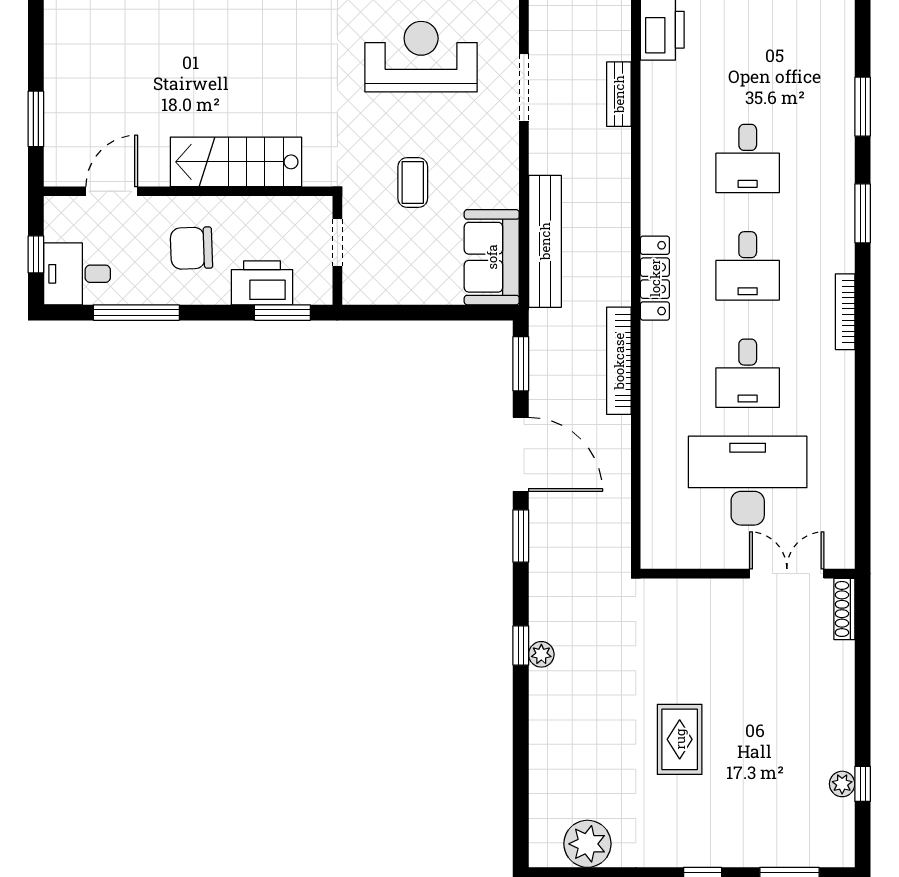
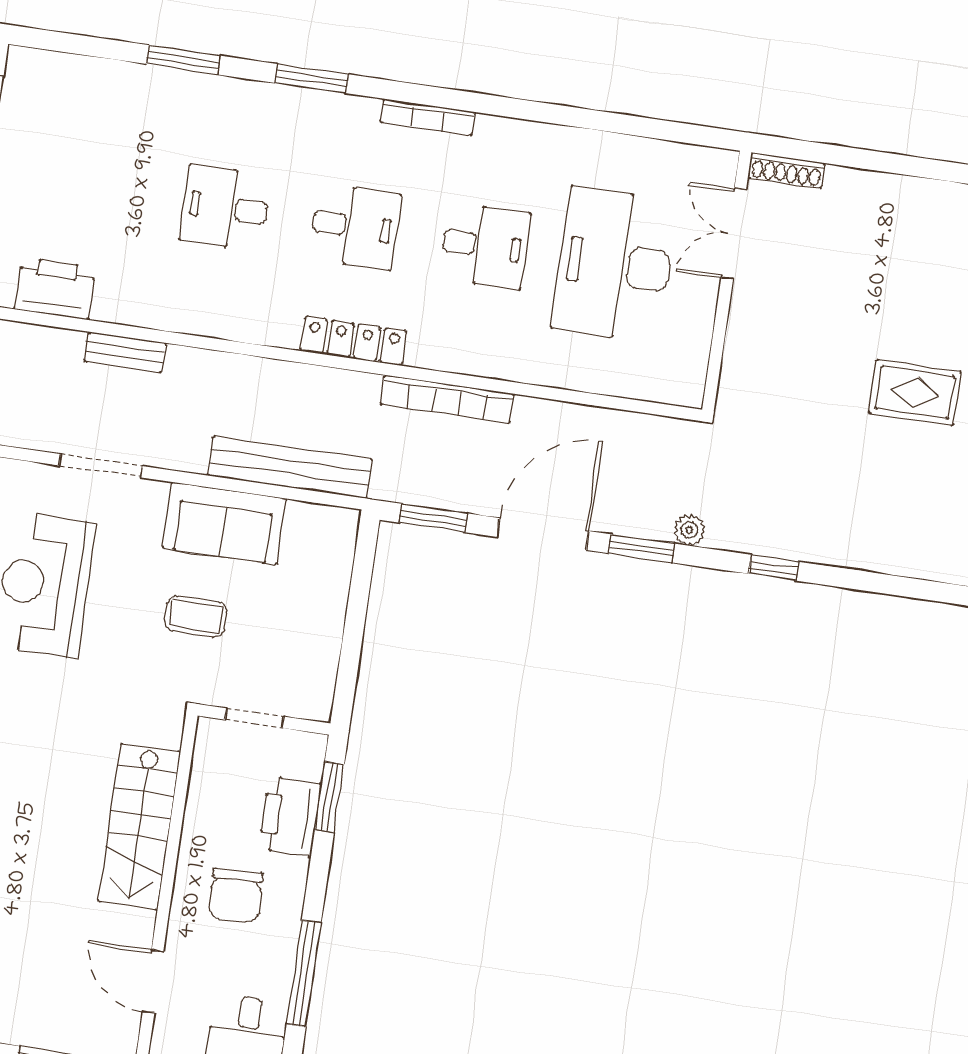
desk: (748, 159) -> (225, 208), turned 180
sofa: (492, 257) -> (224, 523), moved
plant: (541, 654) -> (689, 530), moved

